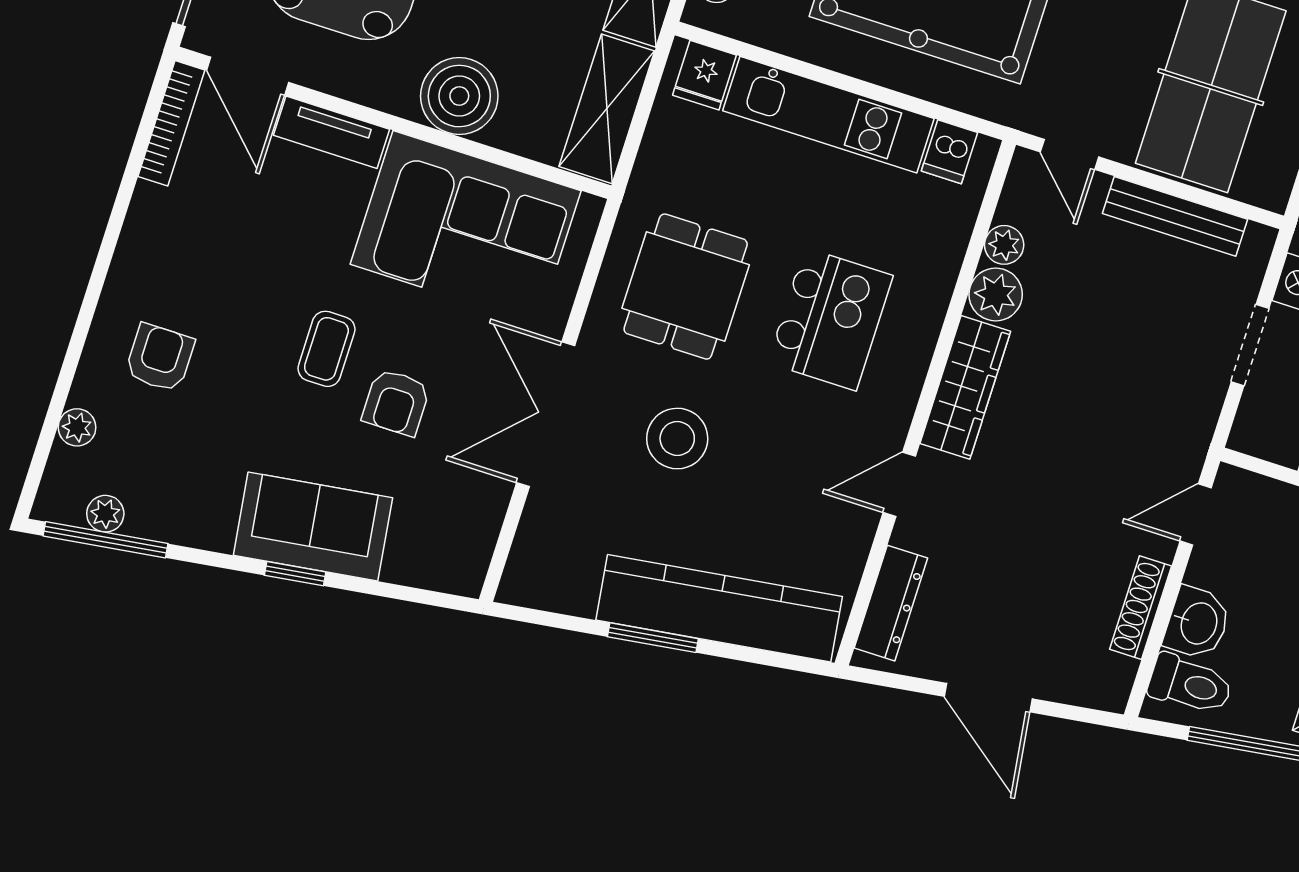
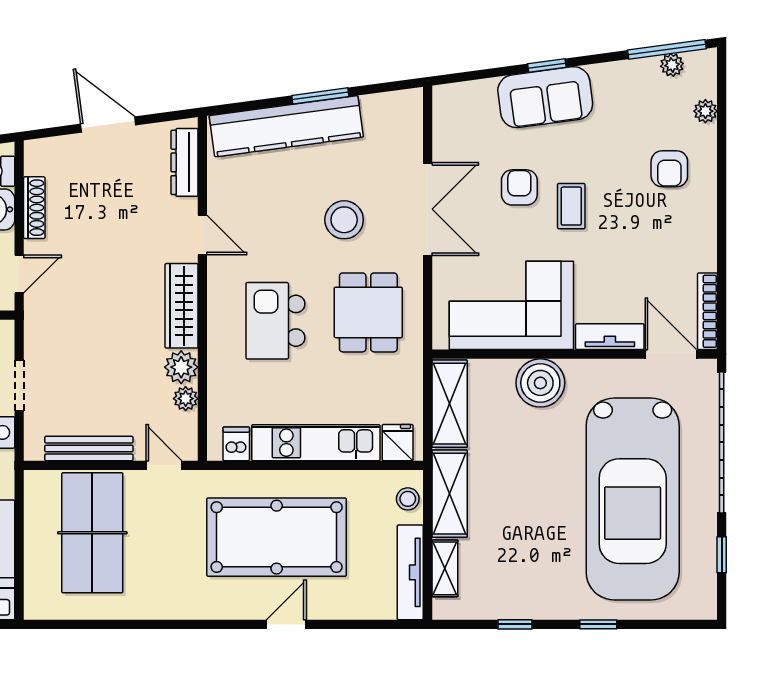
door: (899, 484) -> (202, 235), hinge flipped

